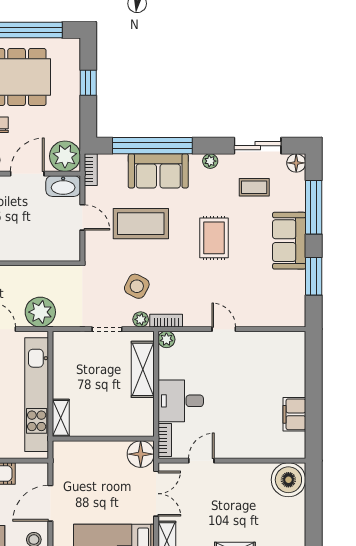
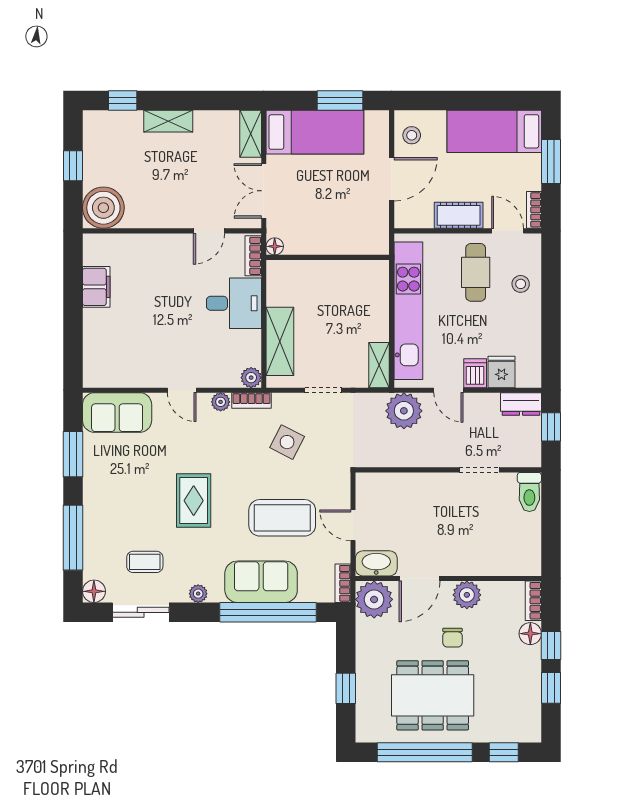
sofa: (289, 241) -> (117, 413), moved, turned 90
plant: (141, 319) -> (221, 402), moved
shelving: (61, 418) -> (379, 365), moved
floor lamp: (141, 454) -> (275, 246), width x0.53, depth x0.53
window: (314, 514) -> (73, 166), added

